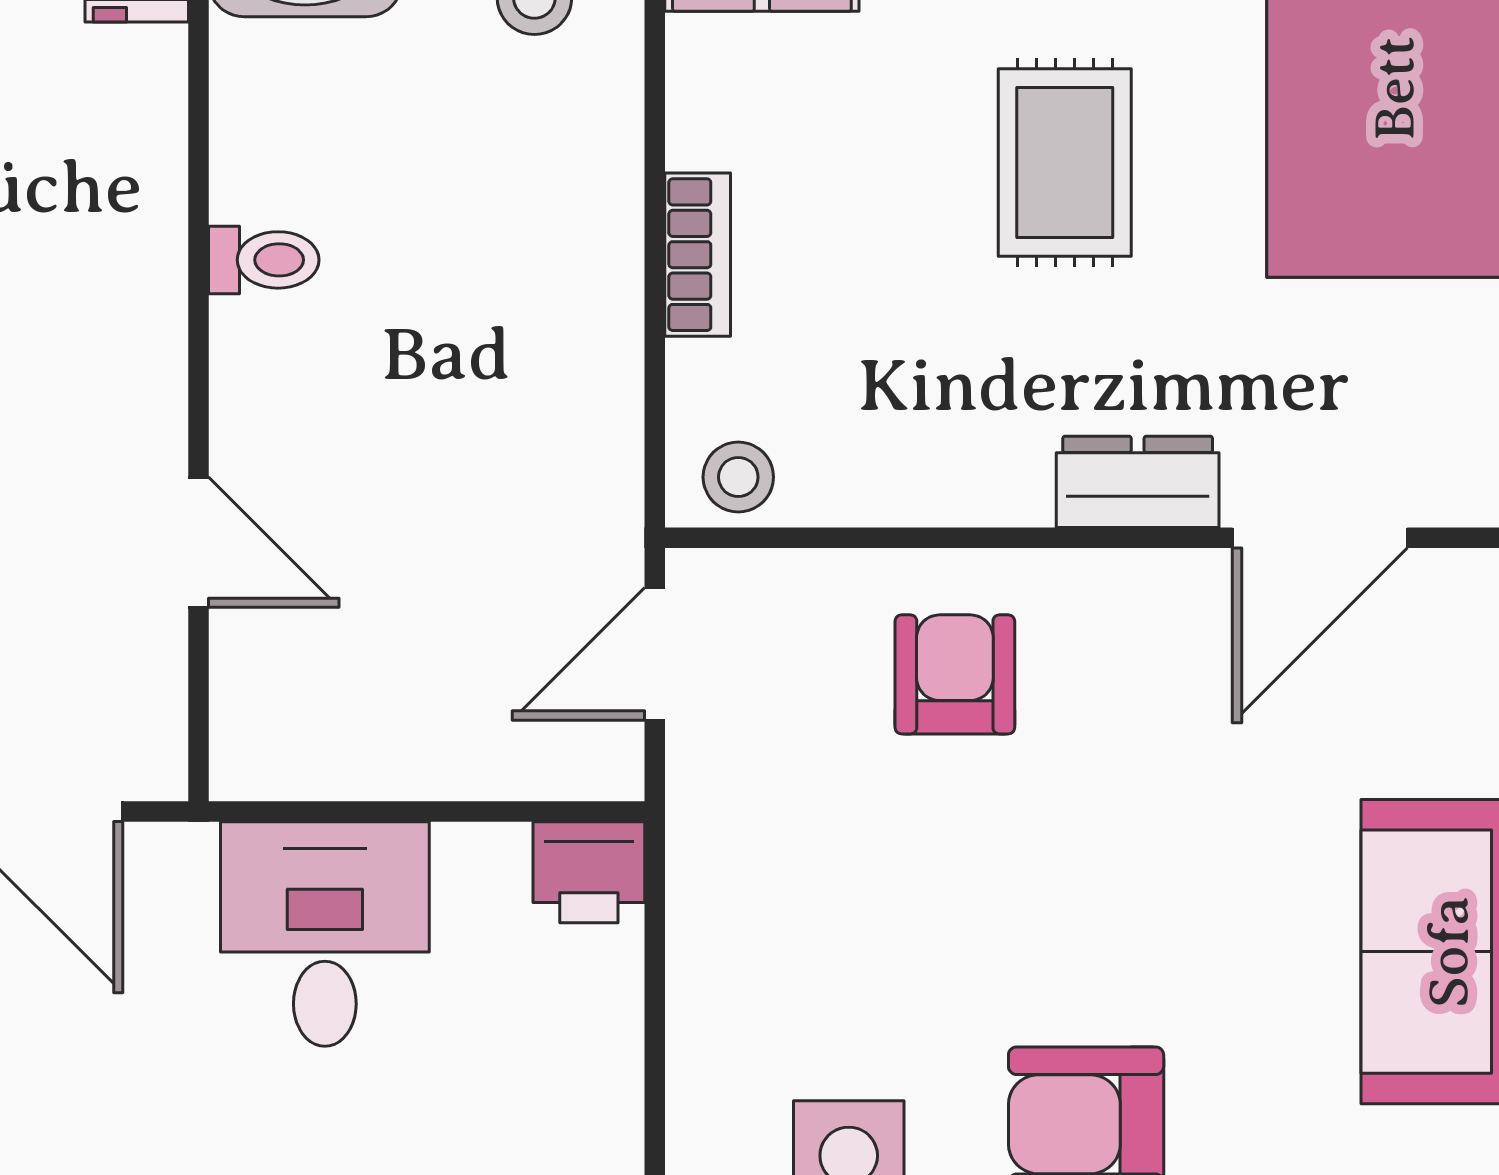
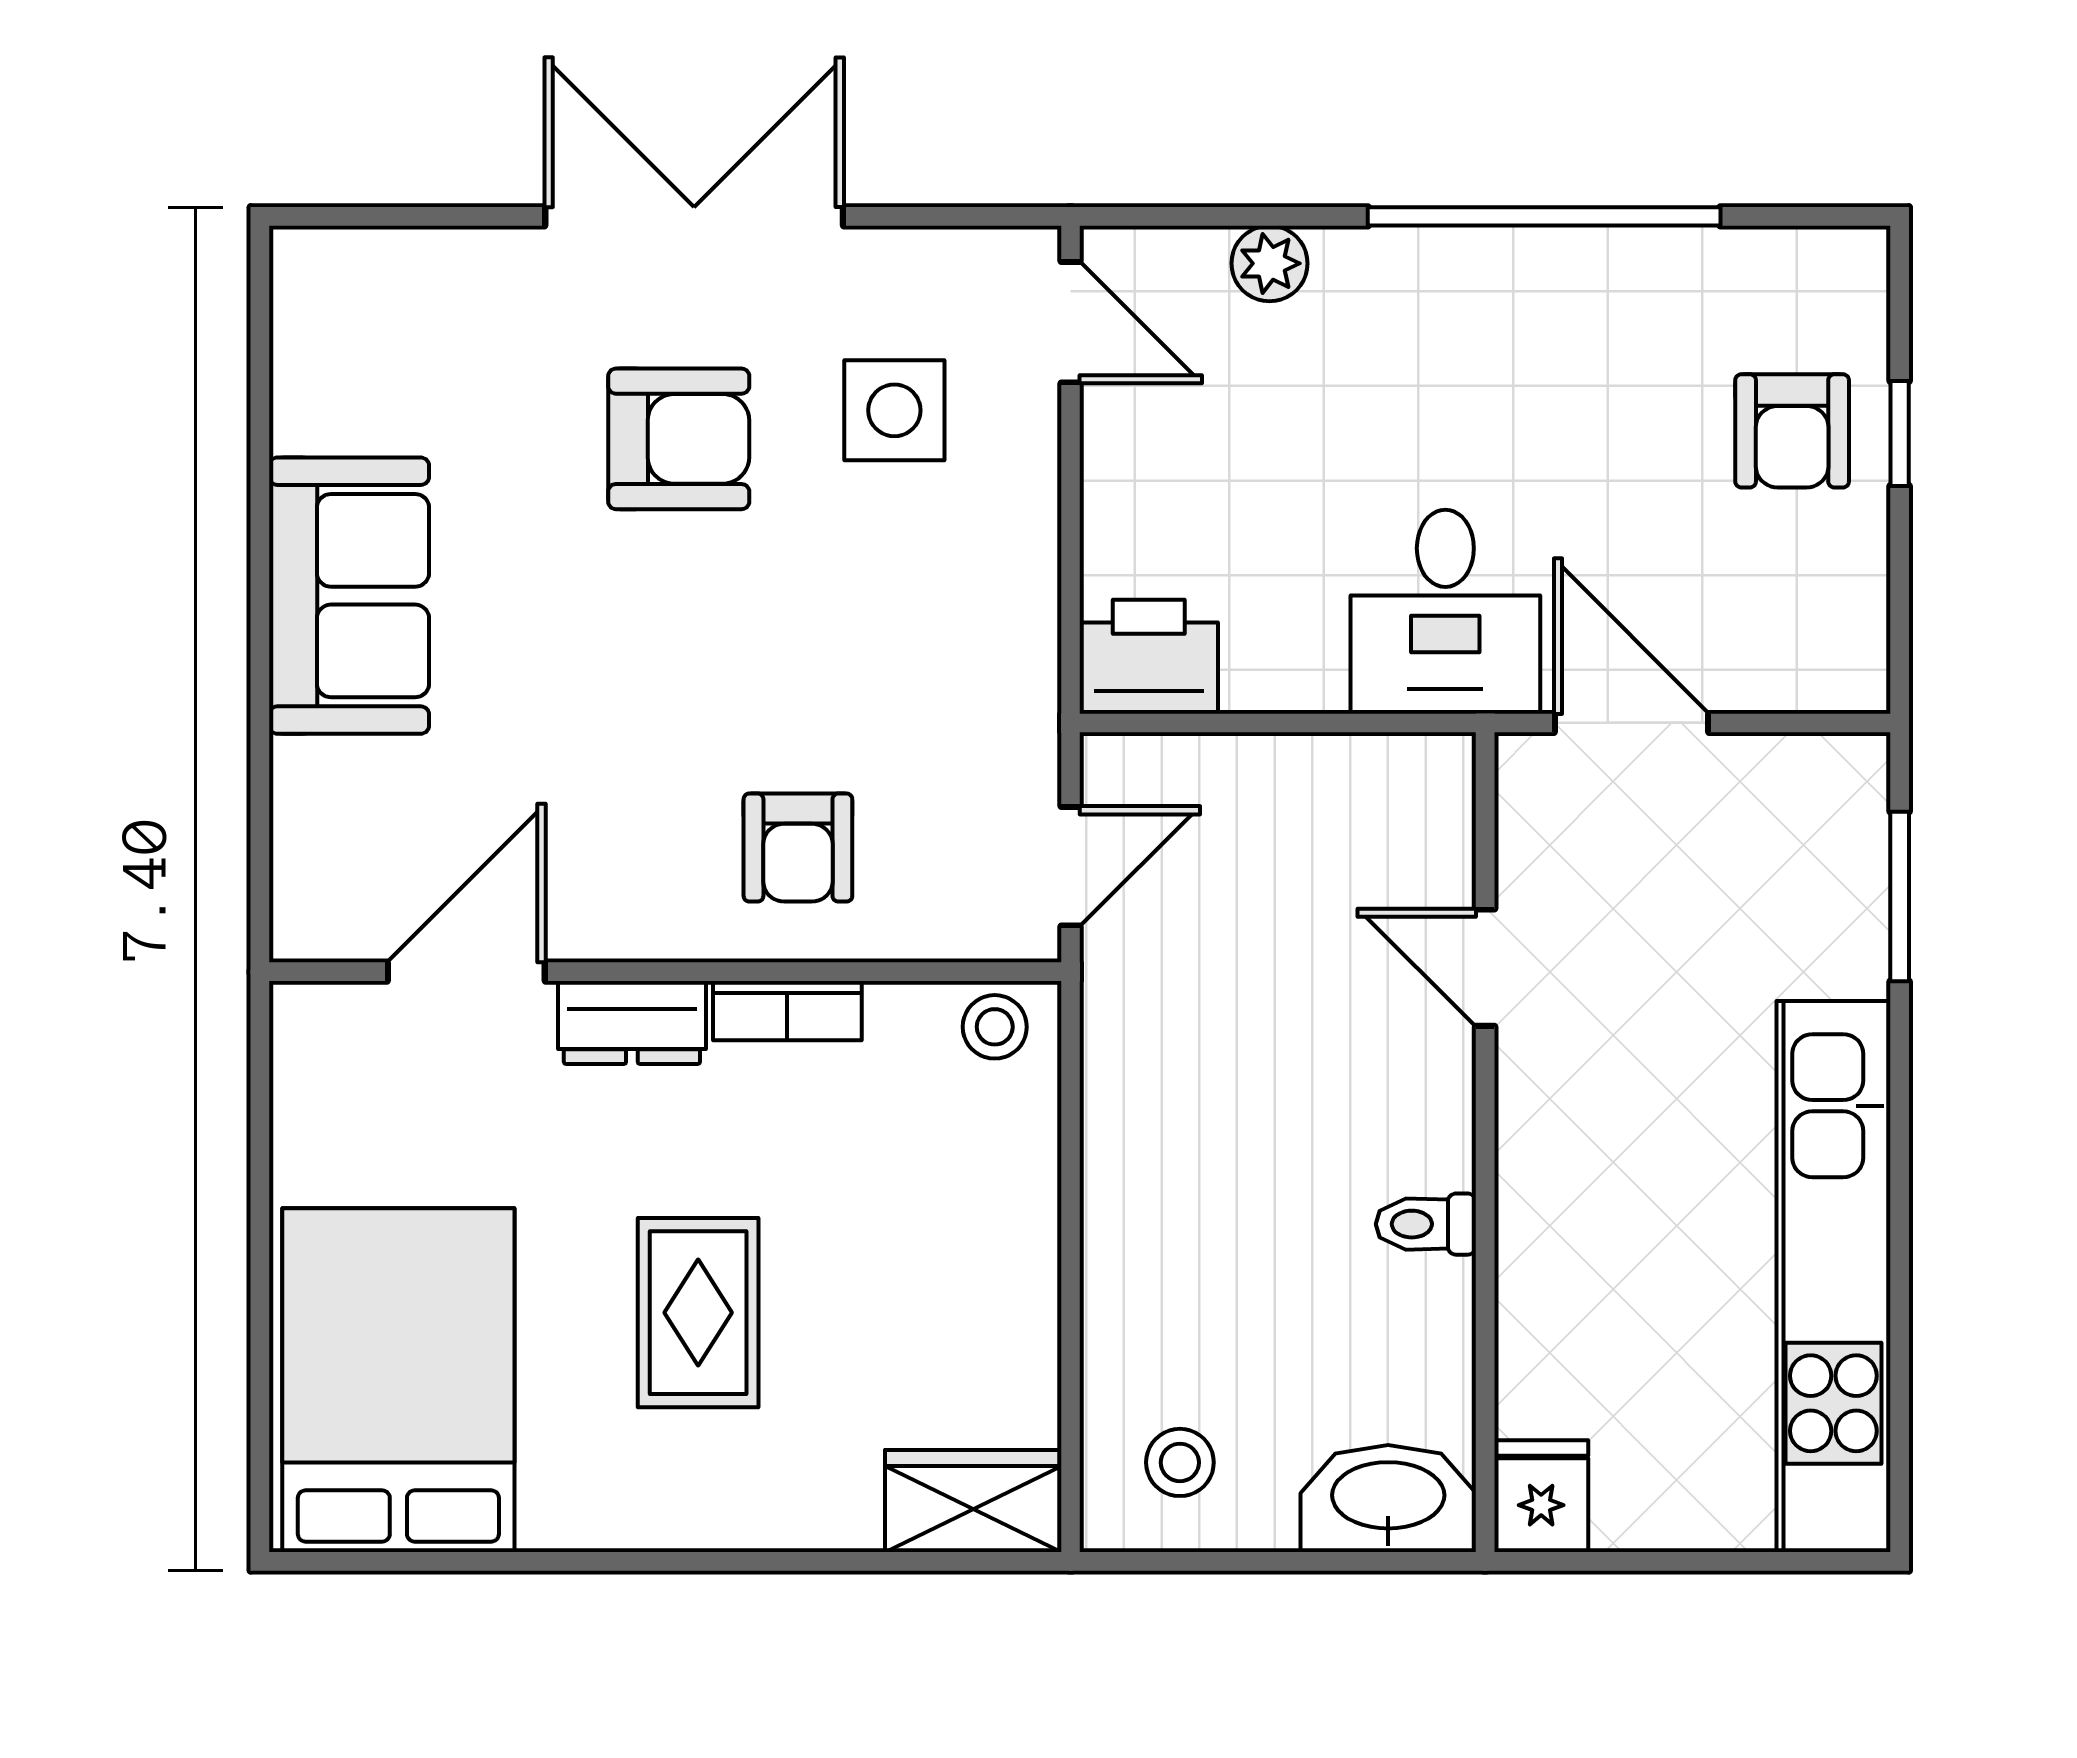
bookcase: (698, 255) -> (787, 1011), moved, turned -90
printer: (589, 872) -> (1149, 657), width x1.36, depth x1.24
desk: (325, 934) -> (1445, 612), moved

